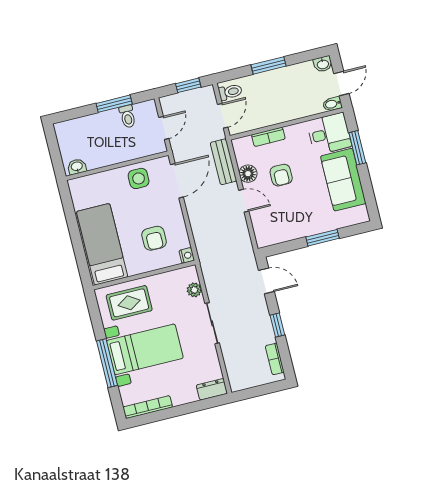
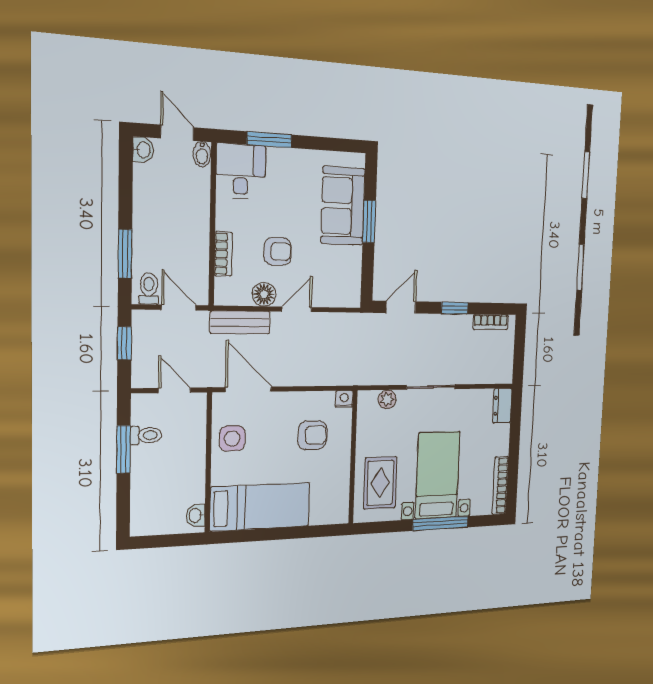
window: (268, 65) -> (125, 254), moved
sofa: (343, 180) -> (343, 206), moved, turned 90
bed: (102, 244) -> (260, 507), moved, turned 180

